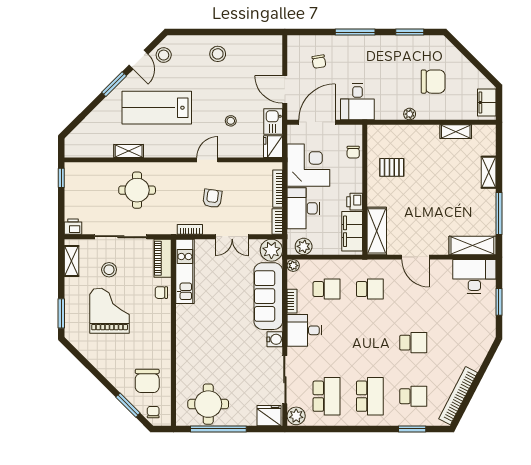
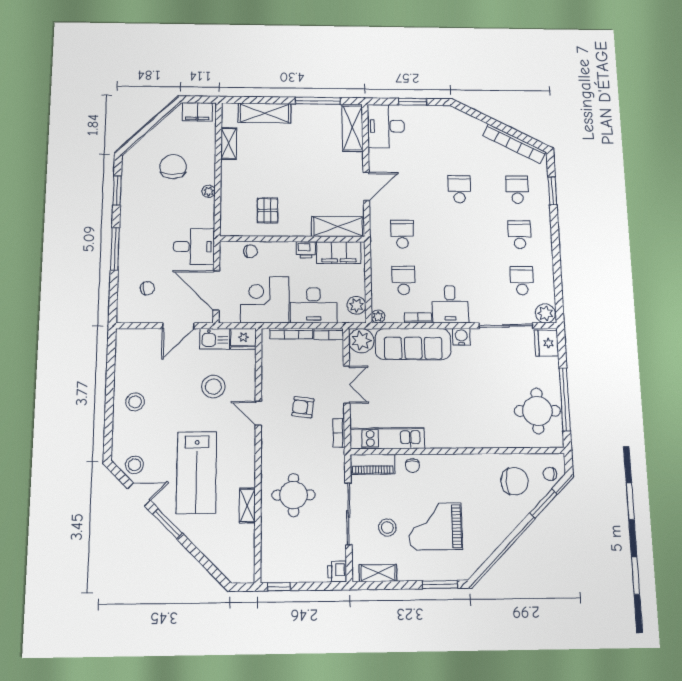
stool: (231, 121) -> (213, 387), width x1.89, depth x1.89
shelving: (489, 172) -> (265, 113), width x1.50, depth x1.33
school desk: (327, 396) -> (522, 281), width x0.54
school desk: (370, 396) -> (520, 235), width x0.54

